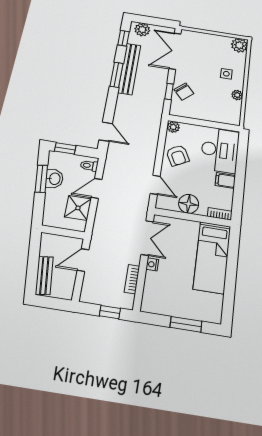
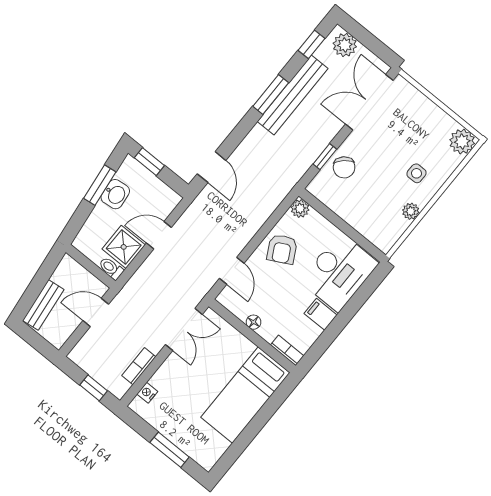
toilet: (89, 166) -> (111, 268), moved
floor lamp: (189, 204) -> (254, 322), width x0.53, depth x0.53
nightstand: (152, 264) -> (147, 393), moved

